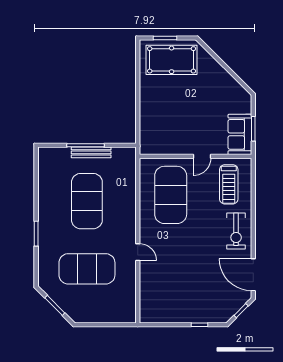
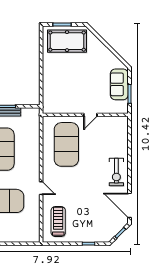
sofa: (240, 134) -> (119, 84), moved
treadmill: (229, 184) -> (58, 222), moved, turned 180

